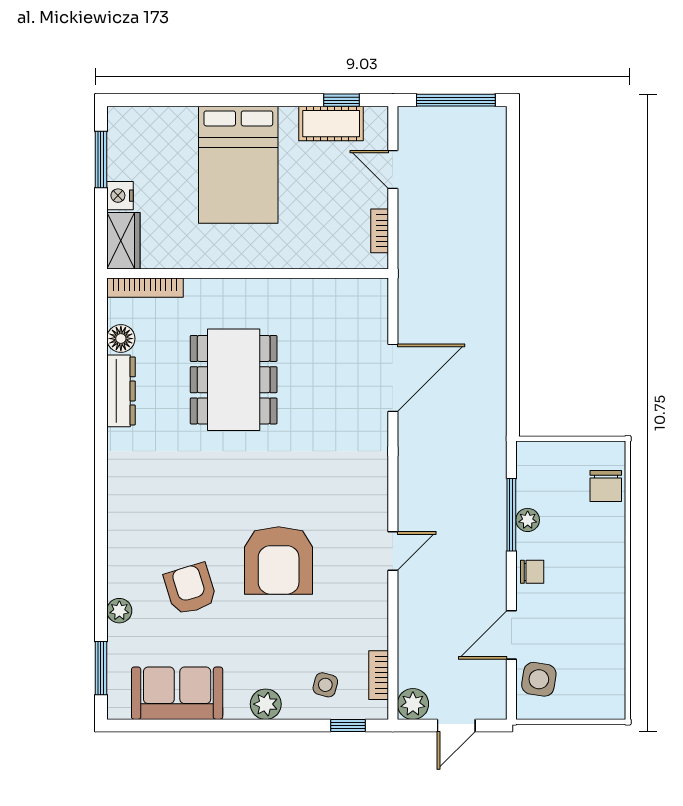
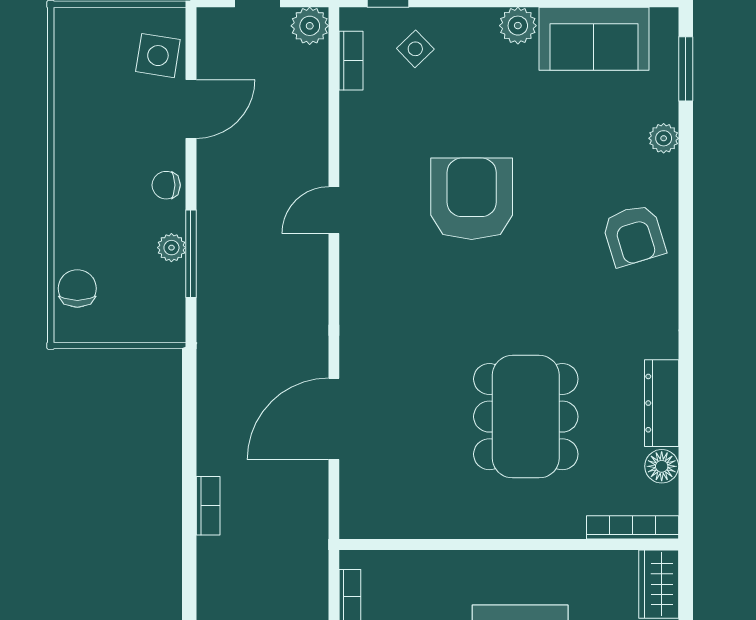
bookcase: (497, 306) -> (208, 506), added
armchair: (190, 589) -> (634, 235), moved
side table: (325, 685) -> (415, 49), turned 31
plant: (266, 704) -> (518, 26), moved

